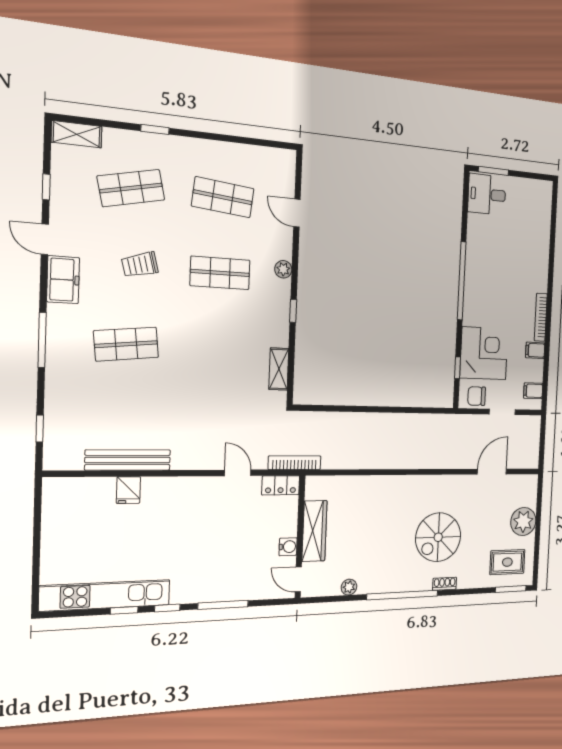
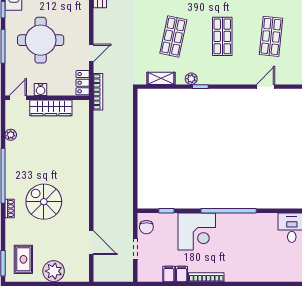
plant: (283, 269) -> (191, 79), moved
shop shelf: (217, 348) -> (173, 36), added
corner desk: (484, 353) -> (197, 231), moved
filing cabinet: (533, 391) -> (169, 274), moved
chair: (477, 396) -> (146, 227), turned 180
round table: (216, 549) -> (41, 40), added

